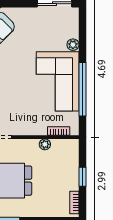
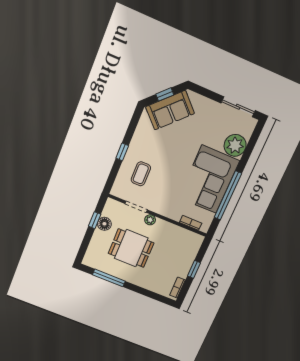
plant: (73, 45) -> (235, 145), width x1.87, depth x1.87
plant: (45, 144) -> (150, 220), moved

